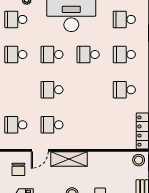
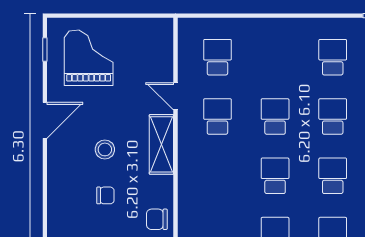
school desk: (88, 90) -> (275, 176), added
chair: (18, 169) -> (157, 219), moved

